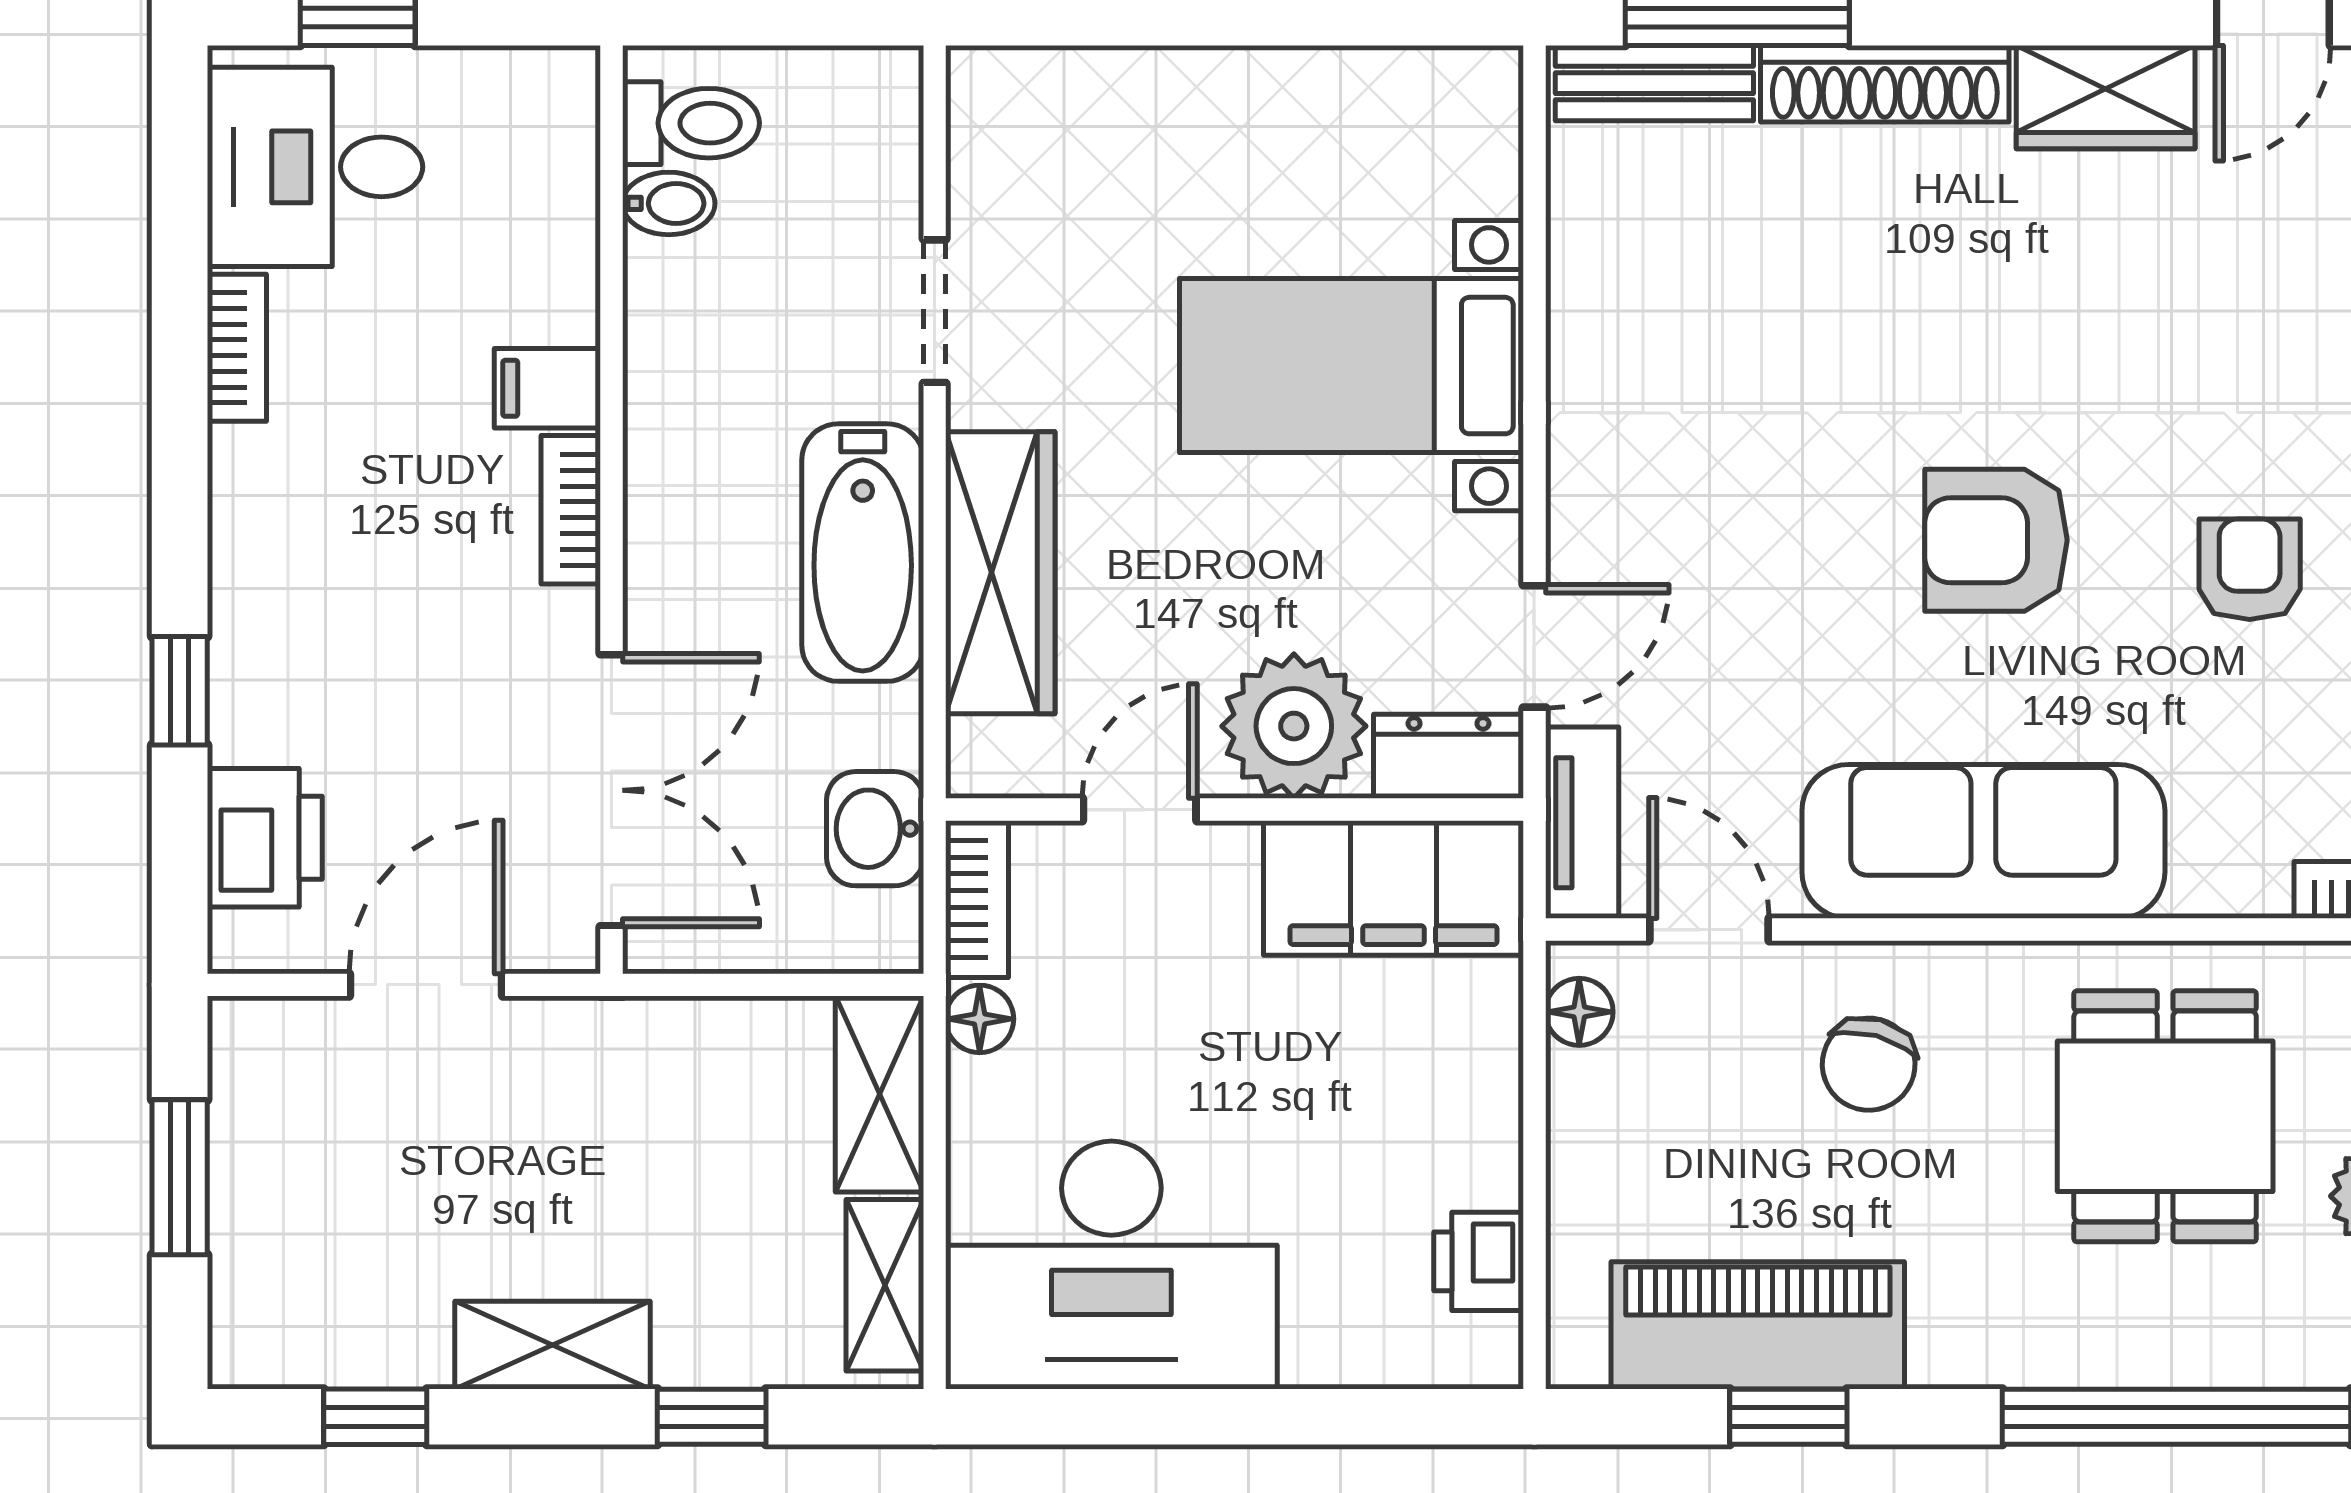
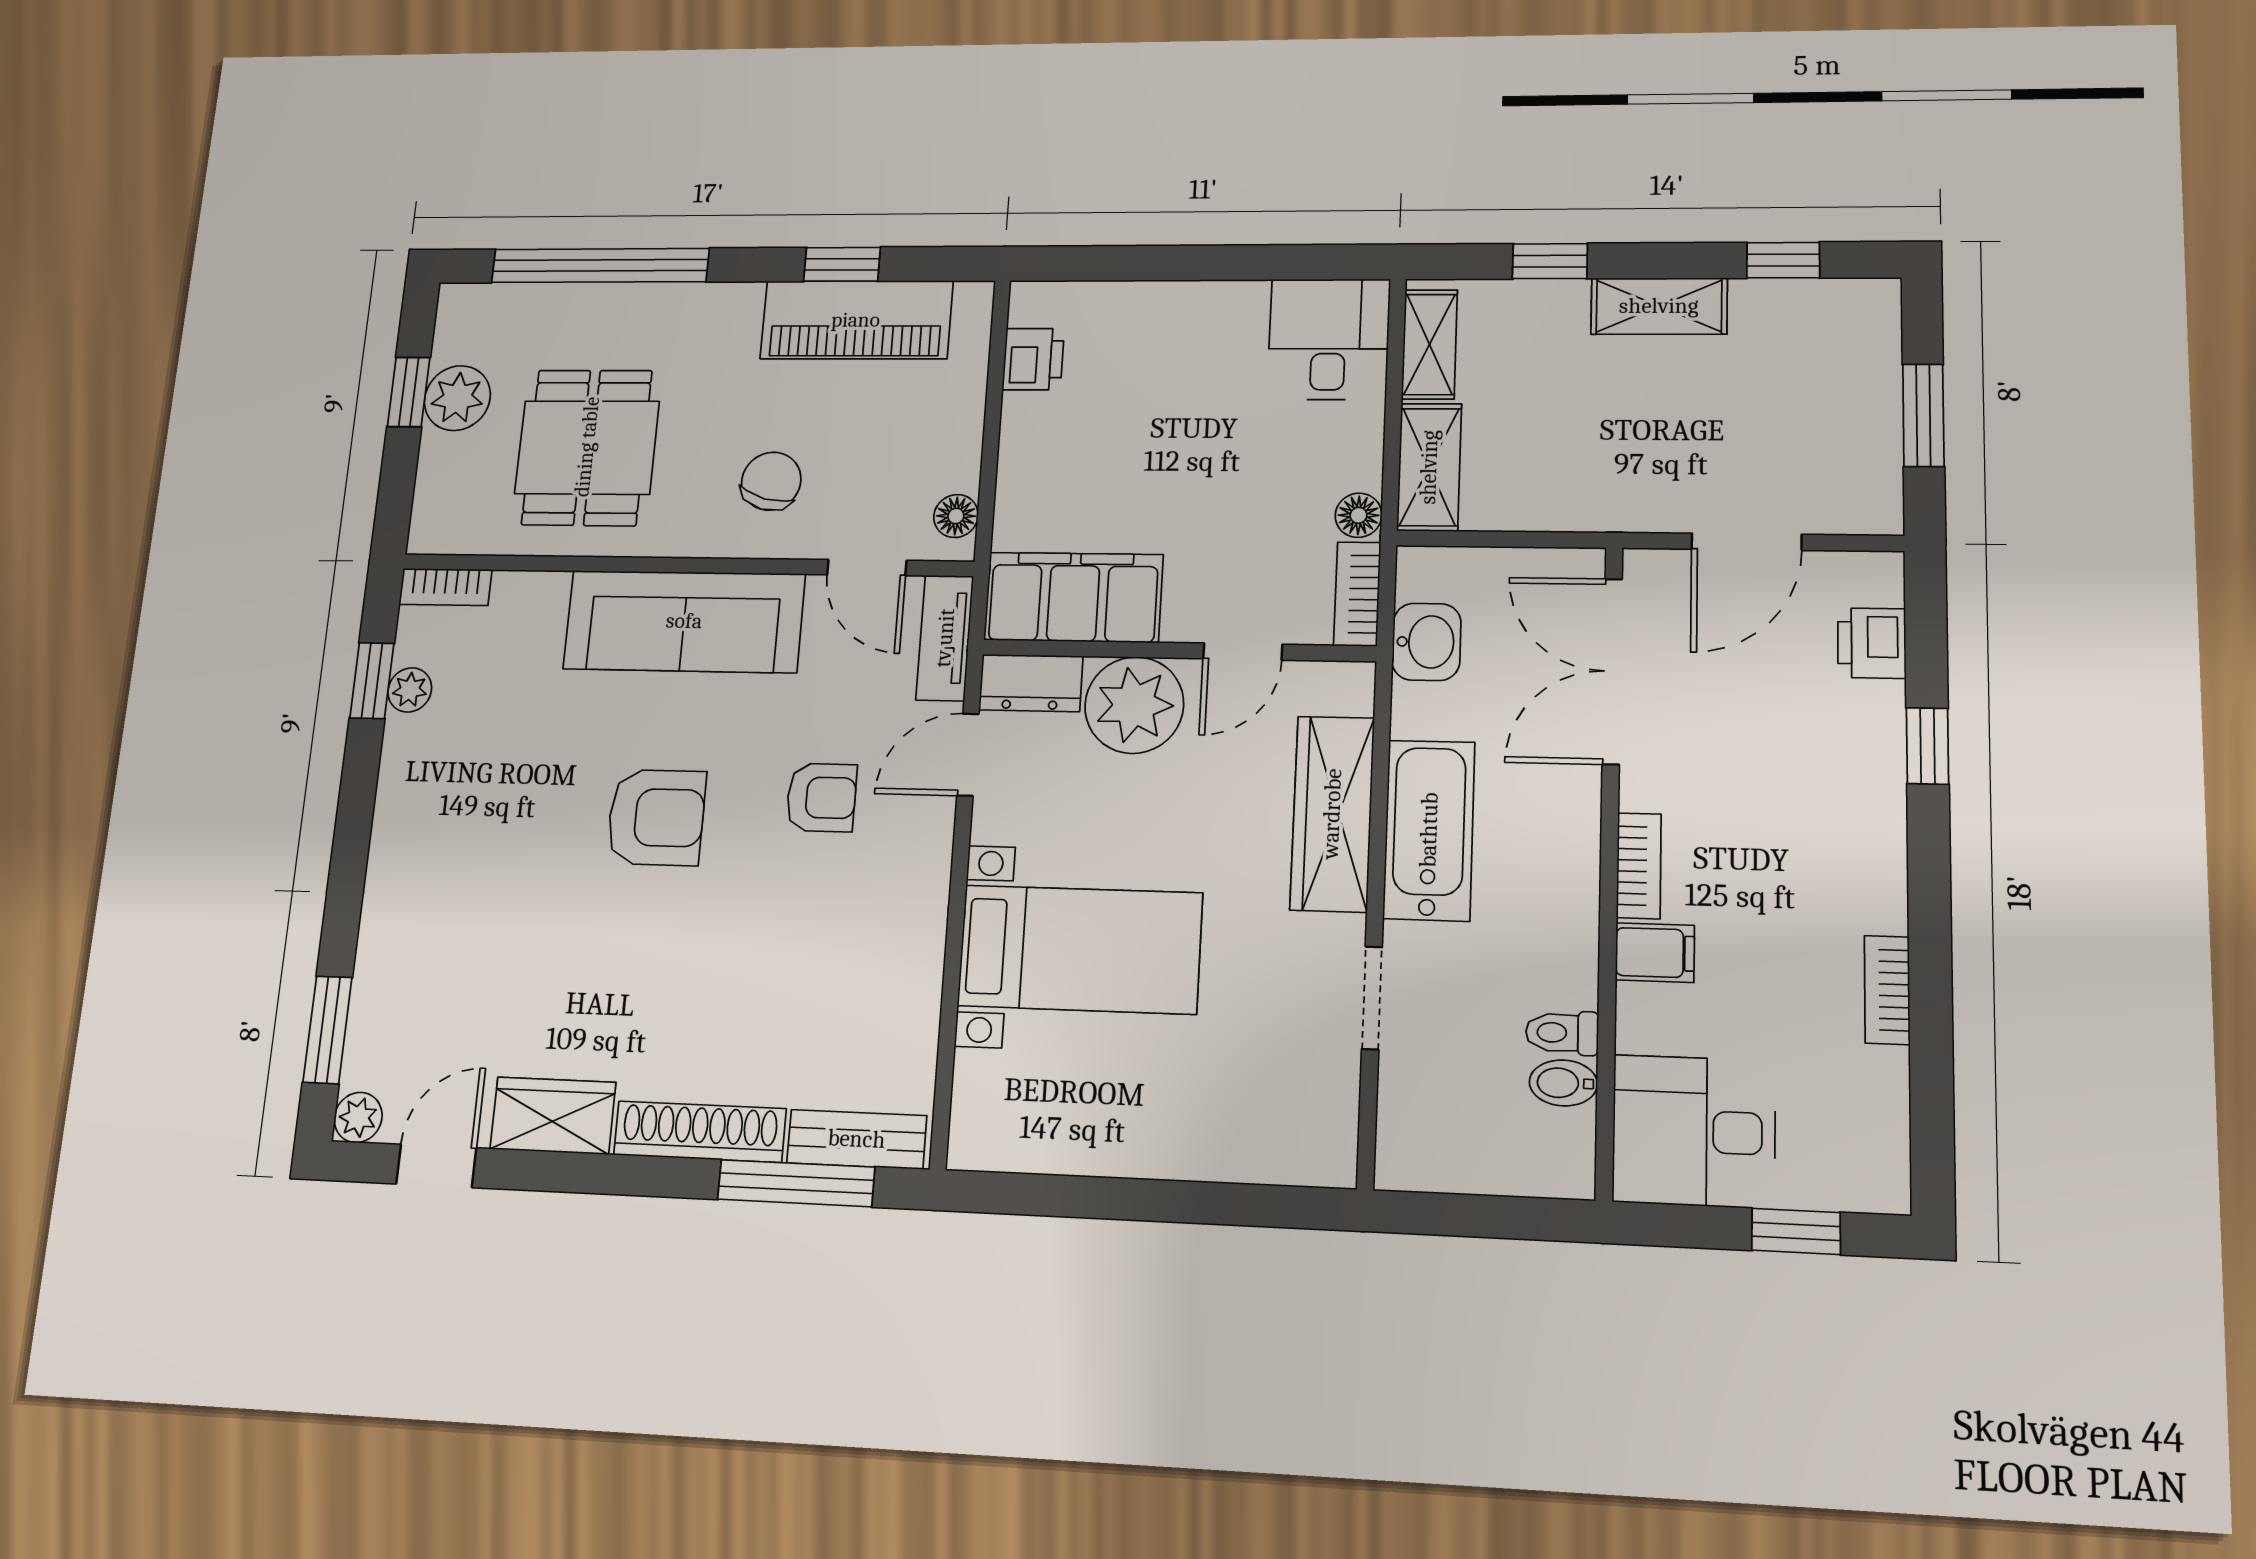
toilet: (691, 123) -> (1562, 1033), moved, width x0.73, depth x0.72
desk: (315, 167) -> (1694, 1131), moved, turned 180
armchair: (2250, 569) -> (821, 798), moved, turned -90
printer: (265, 838) -> (1872, 643), width x0.73, depth x0.81
desk: (1111, 1265) -> (1329, 339), width x0.53, depth x0.77

